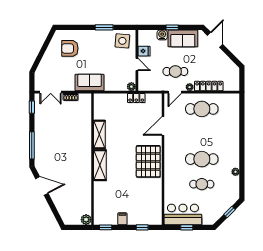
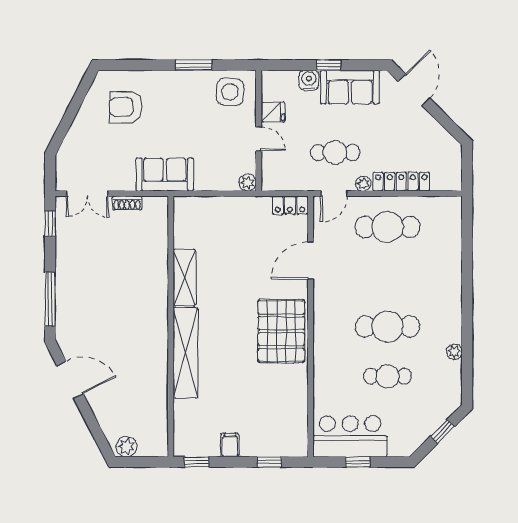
locker: (136, 98) -> (290, 205), moved
shelving: (100, 165) -> (185, 353), width x1.47
plant: (86, 220) -> (127, 447), moved

